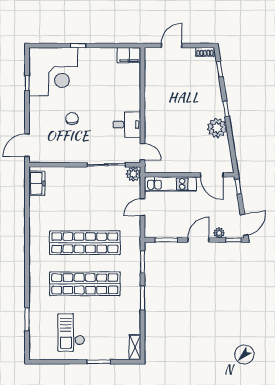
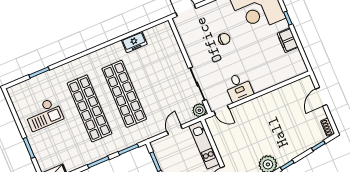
door: (172, 46) -> (321, 97), swing flipped
filing cabinet: (129, 55) -> (288, 40), moved
door: (143, 152) -> (221, 110), hinge flipped
freezer: (37, 183) -> (134, 42), moved
door: (143, 207) -> (175, 130), hinge flipped
checkout: (71, 332) -> (44, 114), turned 180

